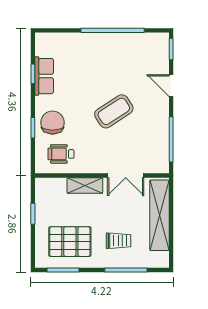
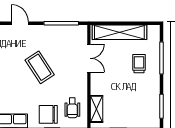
door: (171, 86) -> (20, 23), swing flipped
shelving: (85, 185) -> (97, 109), moved
pallet: (70, 242) -> (140, 101), removed

